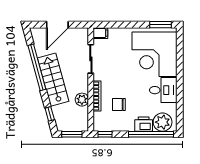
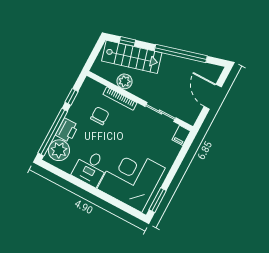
stairs: (53, 80) -> (132, 57), moved
window: (72, 134) -> (95, 53), removed
window: (105, 134) -> (72, 97), moved

